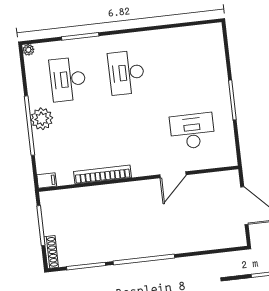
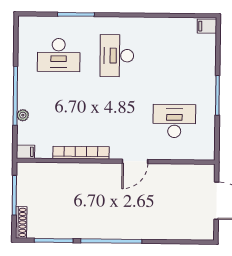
filing cabinet: (213, 32) -> (207, 26), added
plant: (28, 50) -> (24, 21), removed
desk: (68, 79) -> (59, 55), turned -90
plant: (42, 119) -> (23, 115), moved, width x0.53, depth x0.53
door: (173, 175) -> (135, 161), moved

